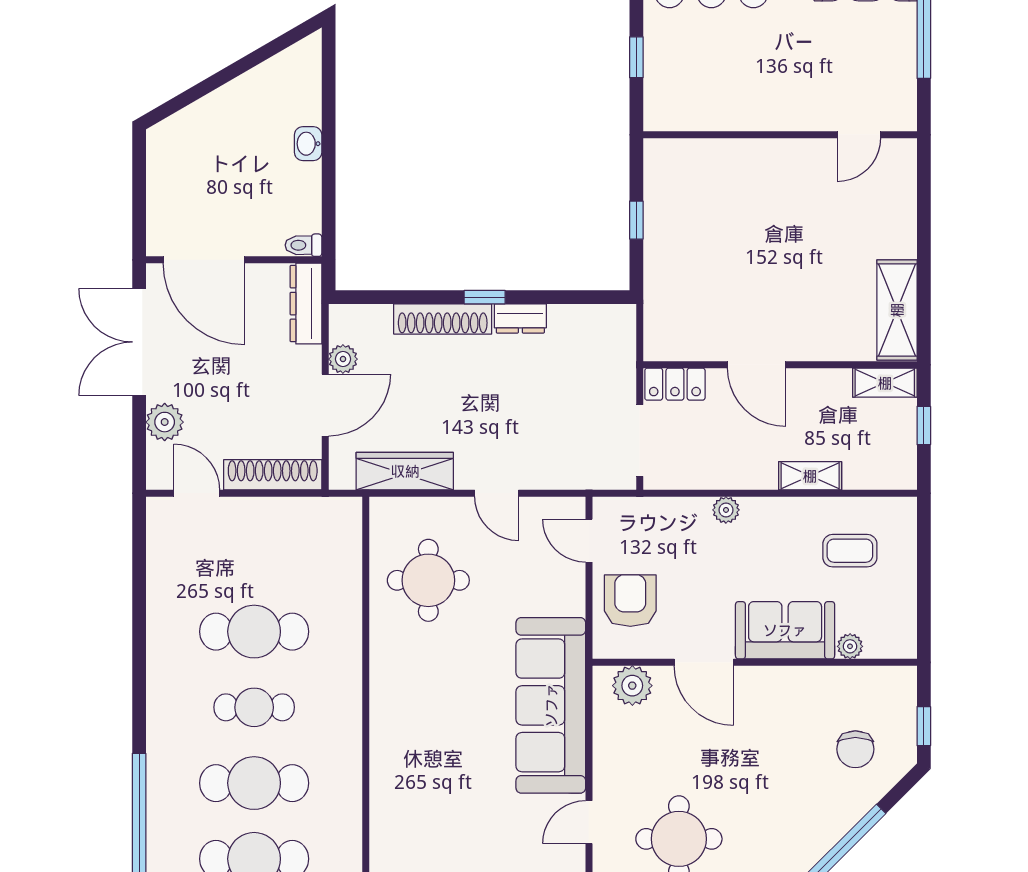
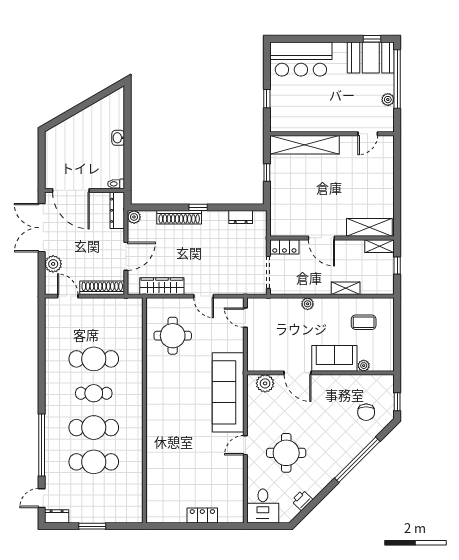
plant: (903, 59) -> (388, 100), added
shelving: (719, 159) -> (305, 145), added
shelving: (897, 310) -> (369, 227), moved, turned 90
dresser: (520, 318) -> (241, 217), moved
plant: (343, 359) -> (134, 217), moved
armchair: (630, 601) -> (264, 345), removed

